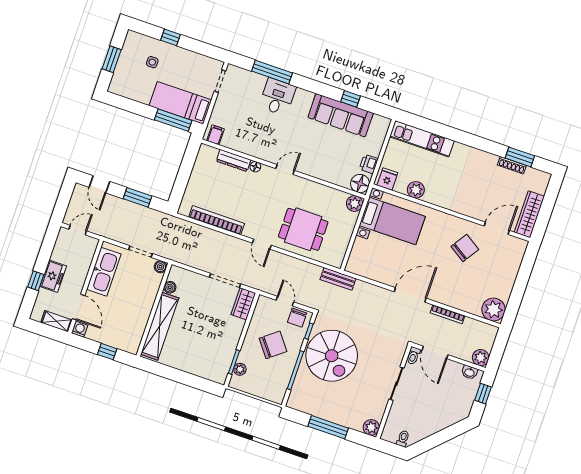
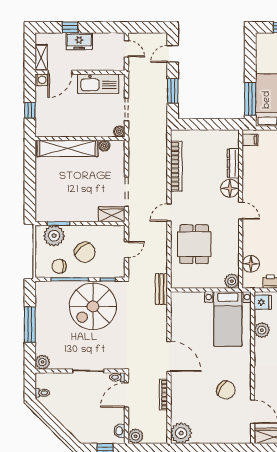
floor lamp: (255, 167) -> (230, 188), width x1.89, depth x1.89
floor lamp: (360, 184) -> (251, 264), moved
chair: (297, 318) -> (59, 266), moved
plant: (240, 369) -> (54, 236), width x1.88, depth x1.88

